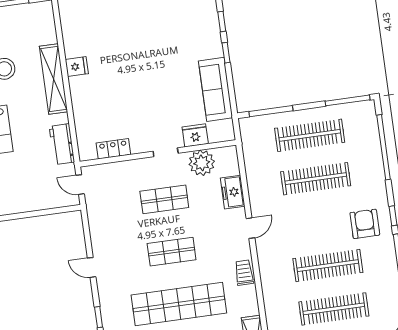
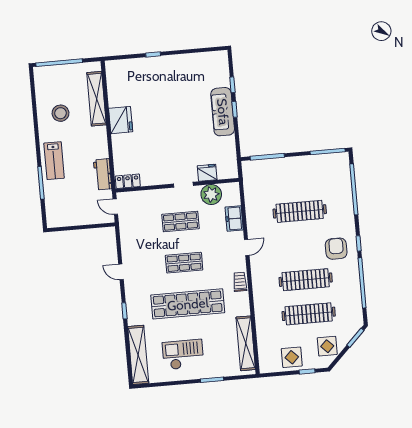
fridge: (77, 67) -> (121, 120), width x1.88, depth x1.34
shelving: (54, 79) -> (97, 99), moved
sofa: (216, 89) -> (223, 112), moved
clothes rail: (310, 135) -> (297, 177), removed
locker: (113, 149) -> (128, 181), moved

